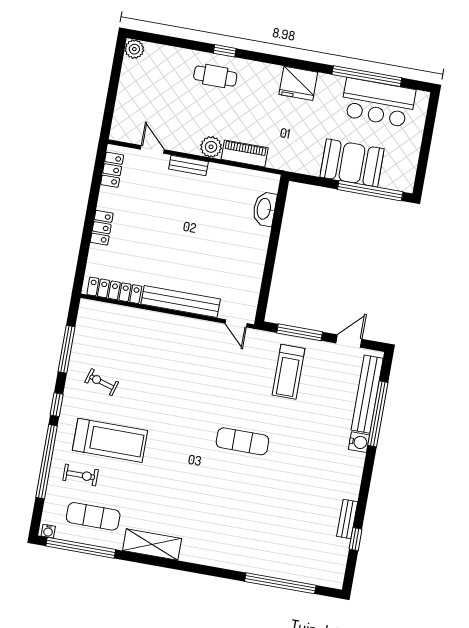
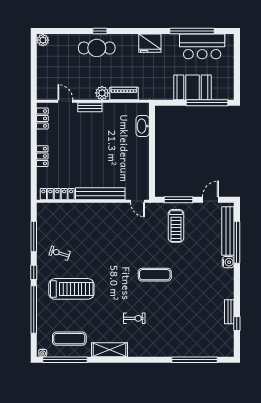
cafe table: (215, 76) -> (97, 48), width x1.37, depth x1.35
exercise bike: (81, 475) -> (134, 318), moved

